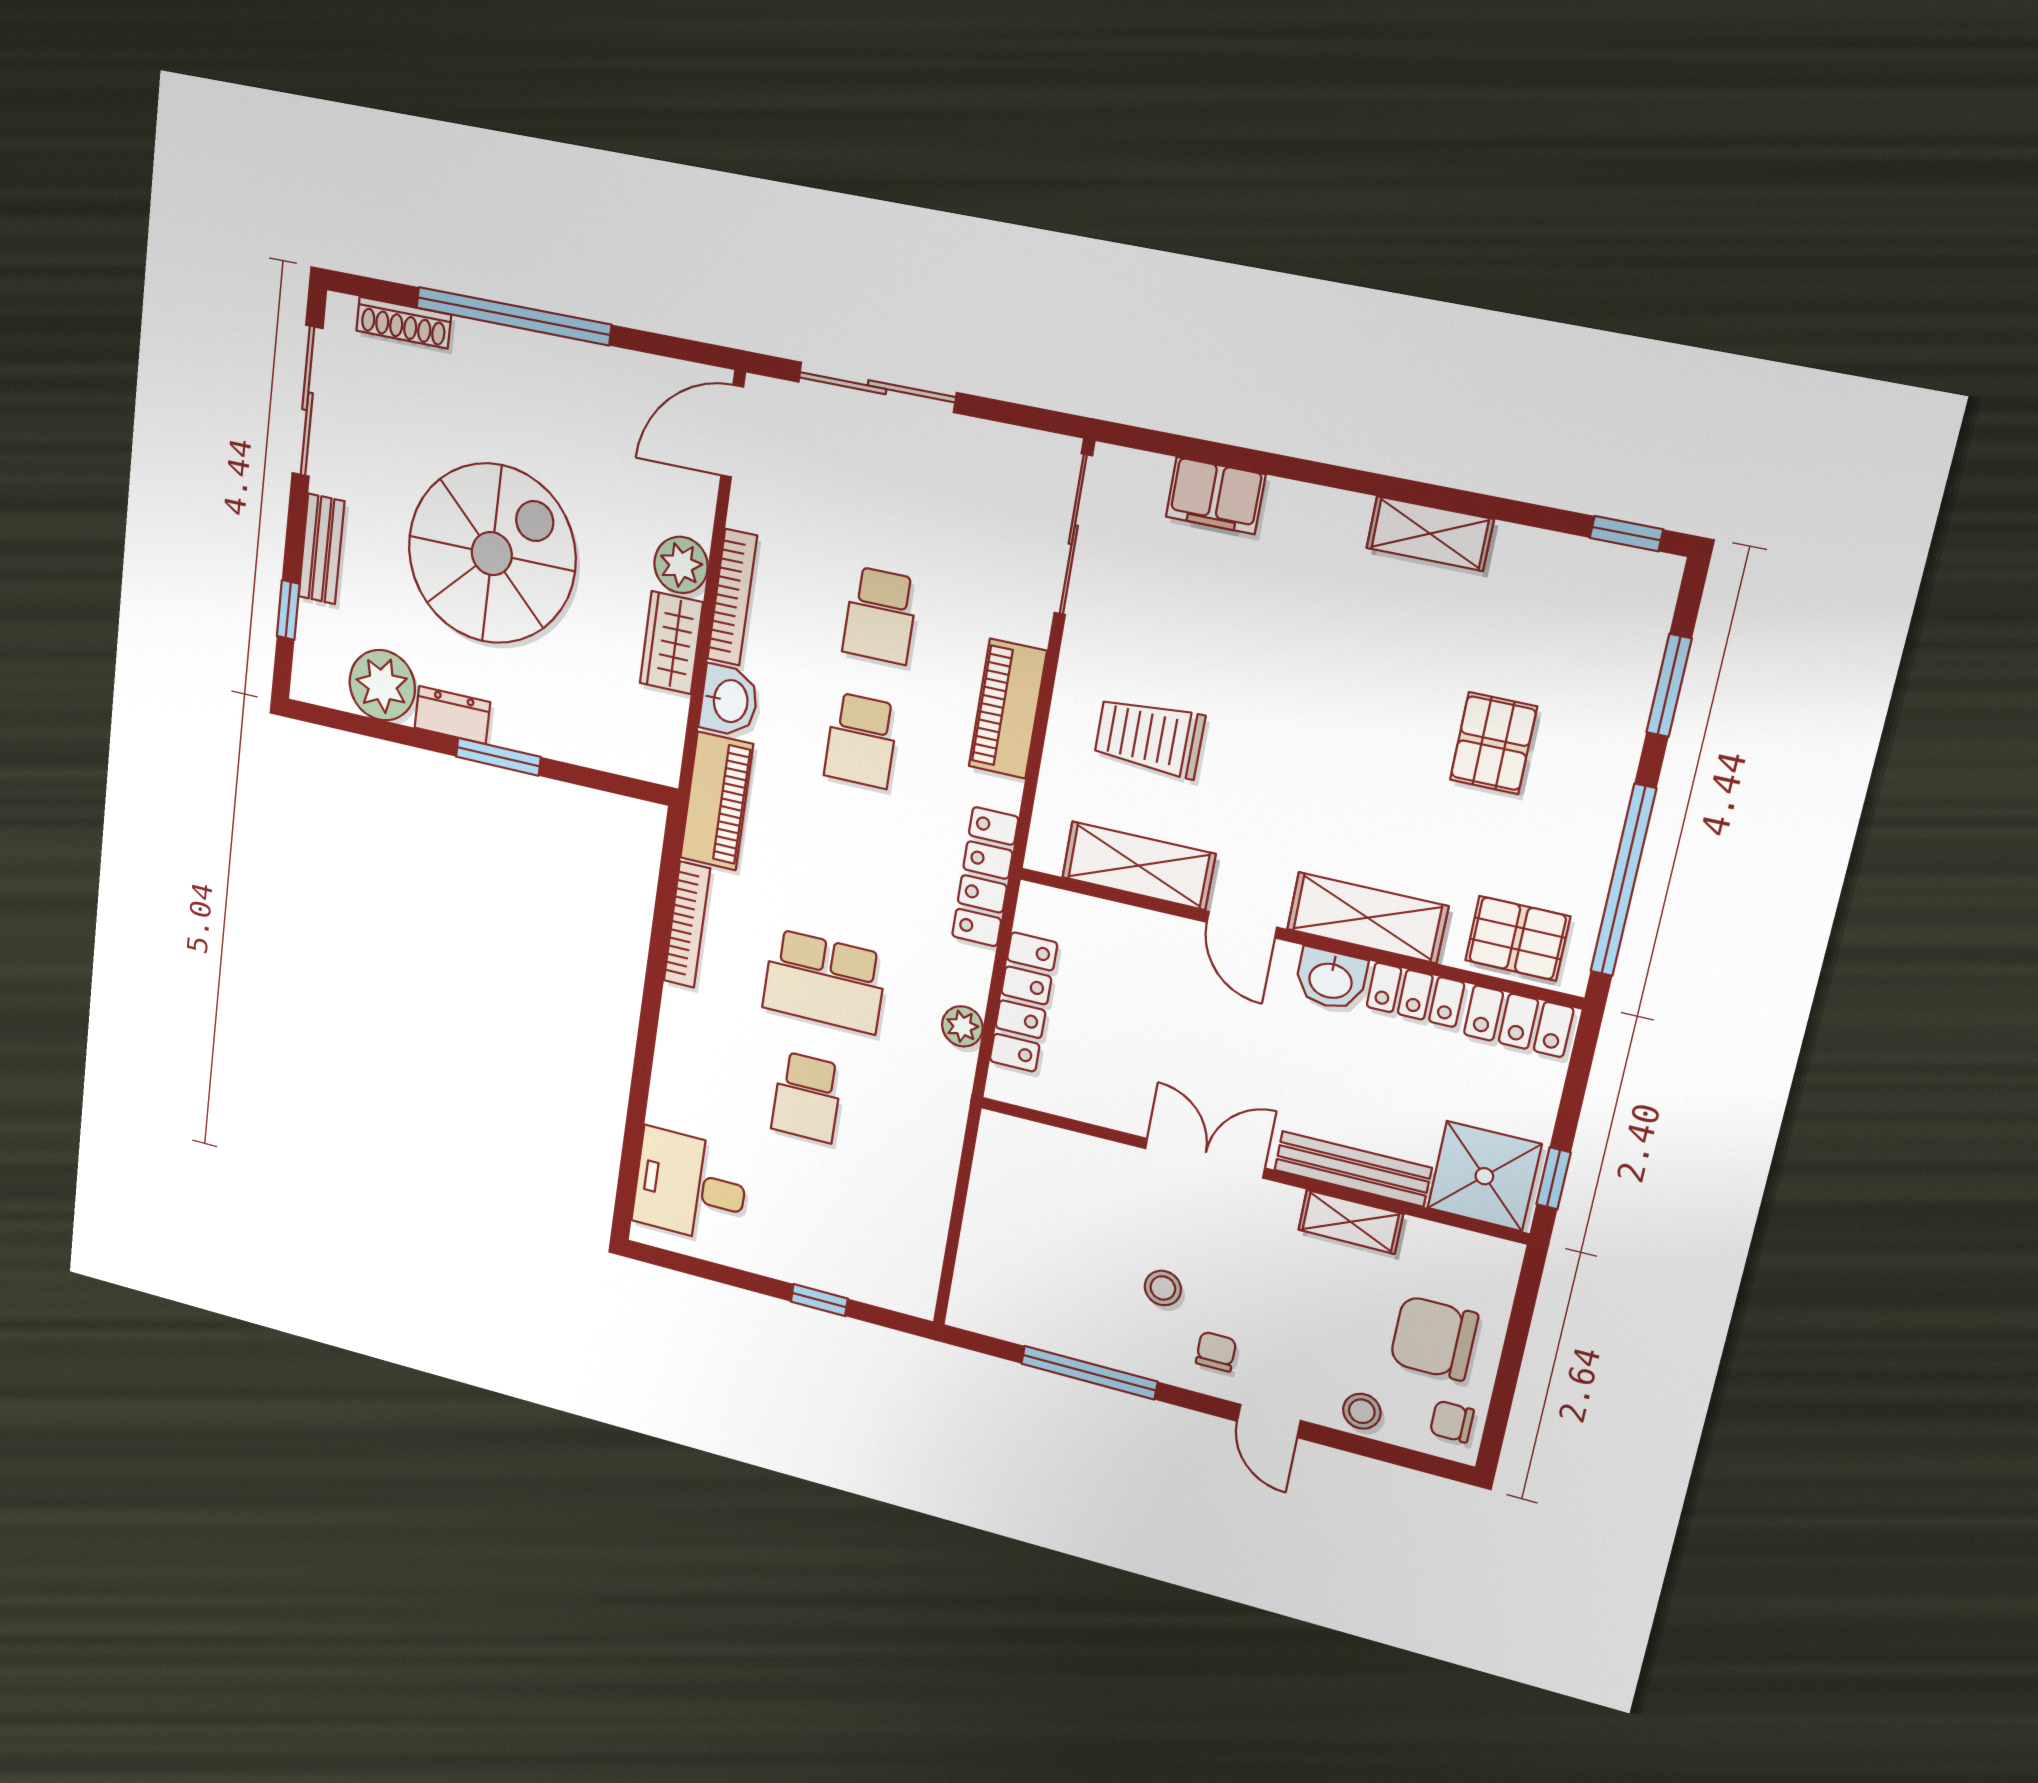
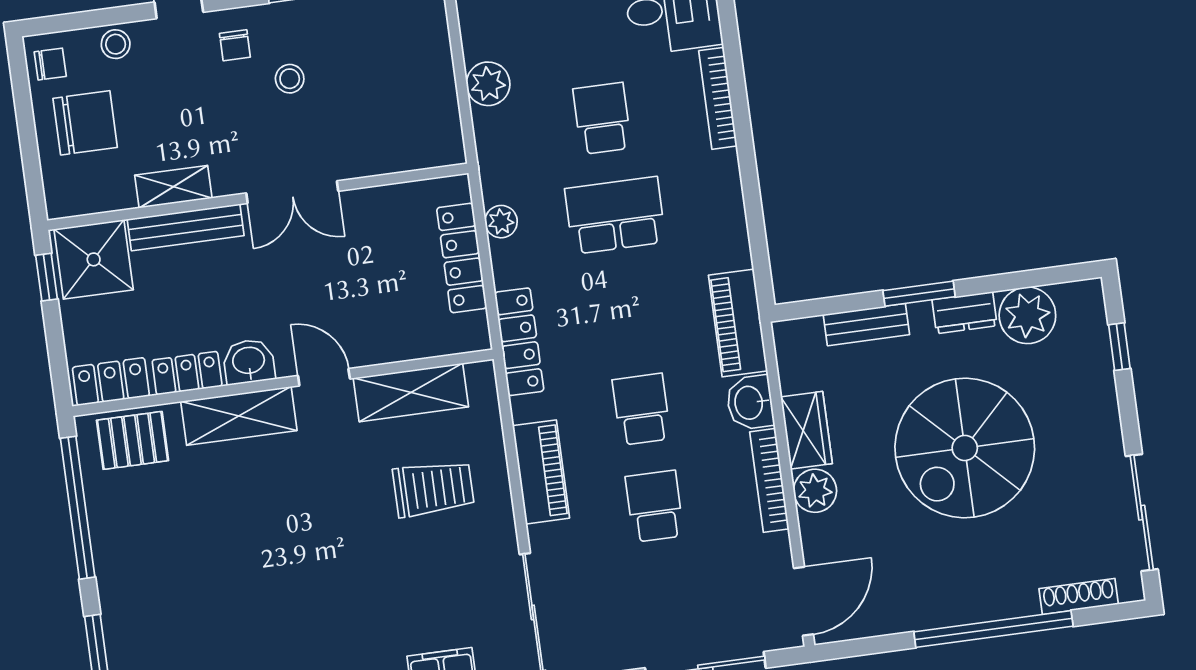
bench: (322, 549) -> (866, 325), moved, turned 90
pallet: (1493, 743) -> (197, 570), removed
bookcase: (687, 925) -> (718, 98), moved
plant: (928, 1188) -> (488, 84), added

